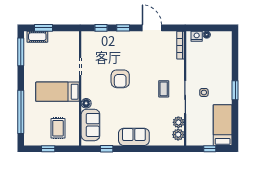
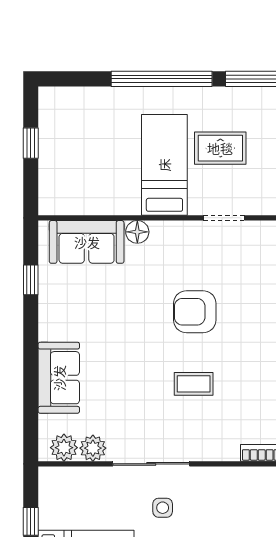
coffee table: (164, 89) -> (194, 384), moved
window: (21, 112) -> (162, 79), moved
rug: (58, 128) -> (220, 148), moved
sofa: (134, 137) -> (59, 378), moved

